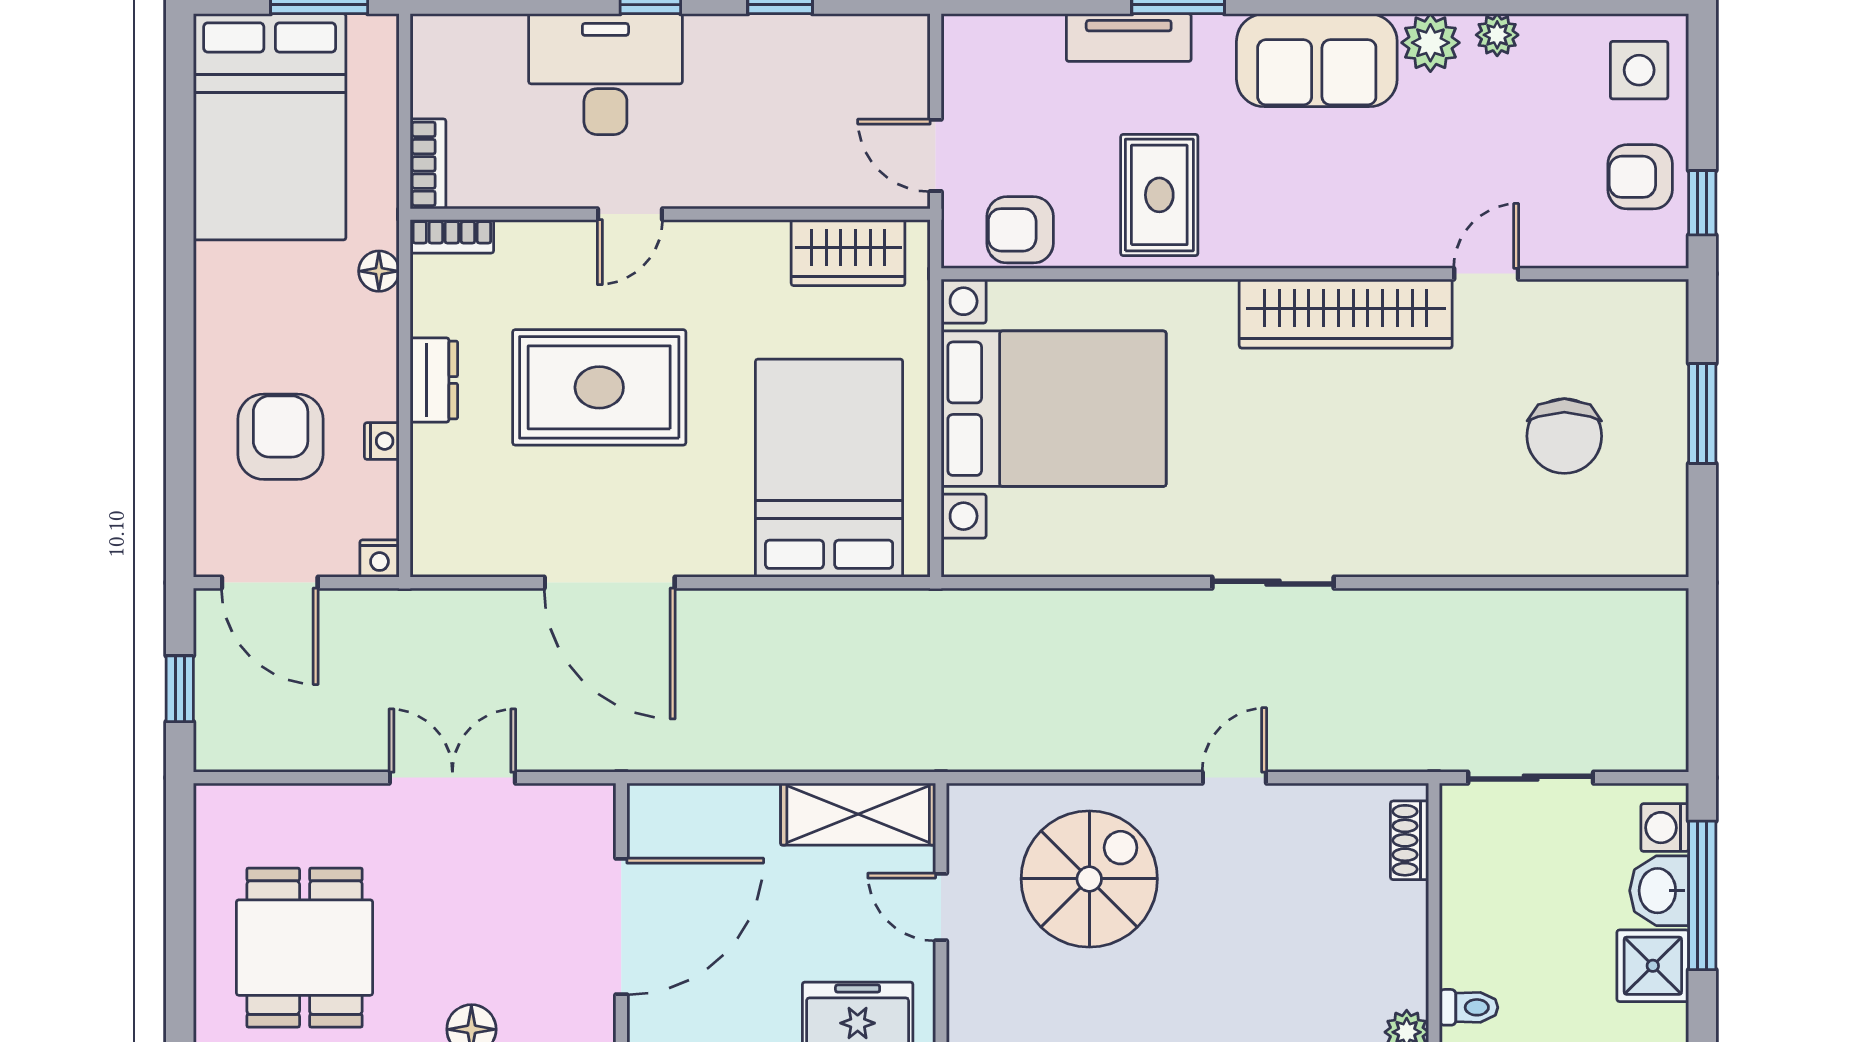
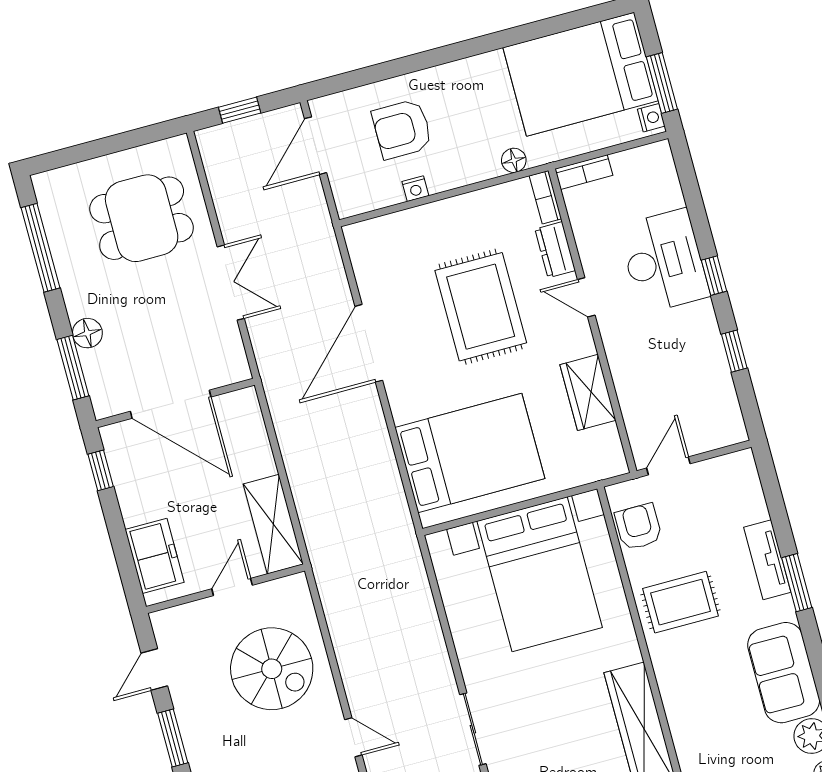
wardrobe: (848, 253) -> (588, 392), moved
dresser: (434, 380) -> (555, 250), moved, turned 90
armchair: (281, 437) -> (402, 129), turned 180
nightstand: (379, 559) -> (651, 118), moved, turned 180
dining table: (305, 948) -> (142, 218), moved

